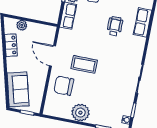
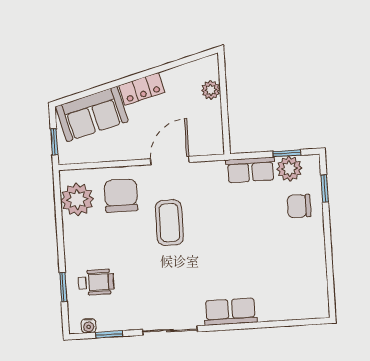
row of seats: (143, 22) -> (230, 312), moved
wheelchair: (115, 26) -> (96, 282), moved
locker: (11, 45) -> (142, 89), moved
plant: (80, 113) -> (77, 199), moved

